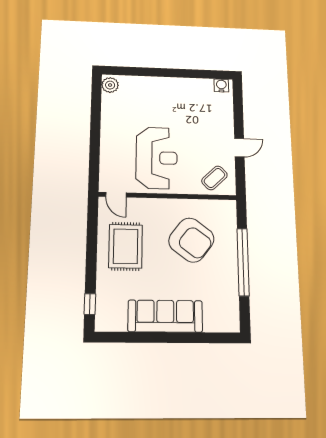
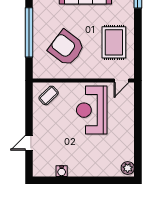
water cooler: (221, 85) -> (62, 171), moved
door: (239, 148) -> (29, 143), moved
door: (116, 195) -> (121, 81), swing flipped

